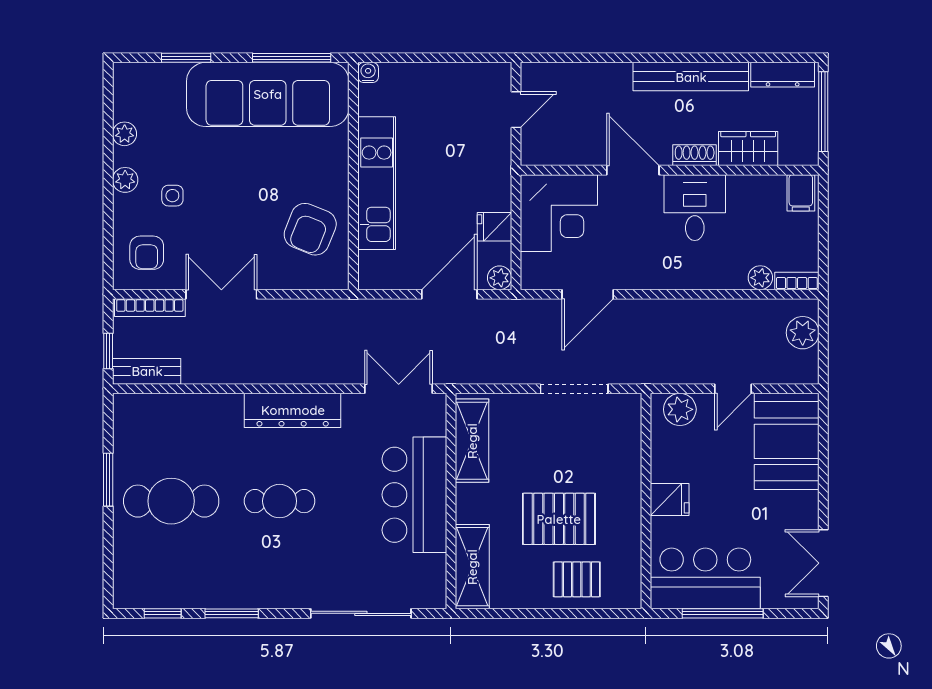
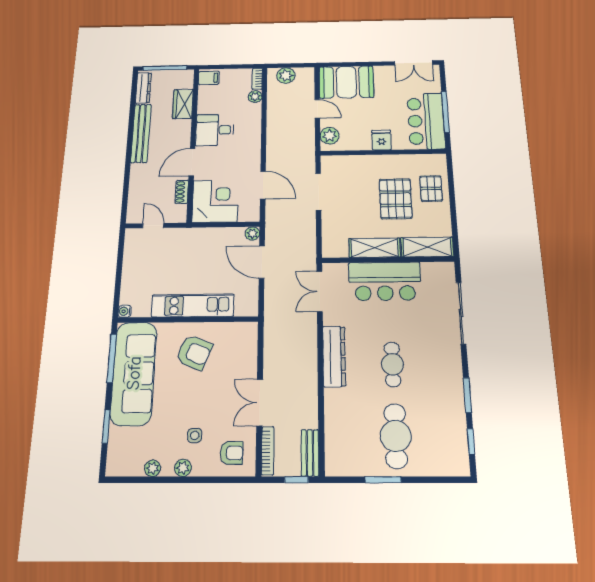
shoe rack: (695, 155) -> (182, 192), moved
fridge: (494, 227) -> (222, 237), removed
armchair: (310, 229) -> (194, 352), moved
shelving: (472, 441) -> (374, 248), moved

